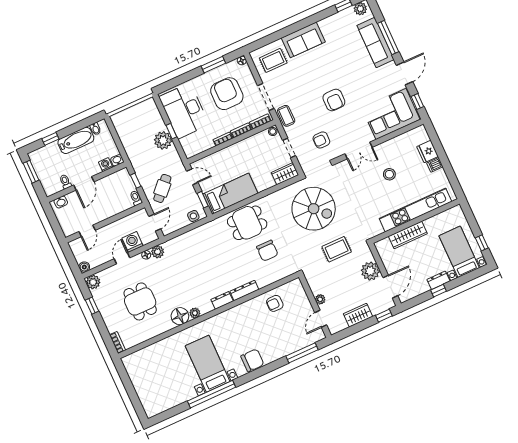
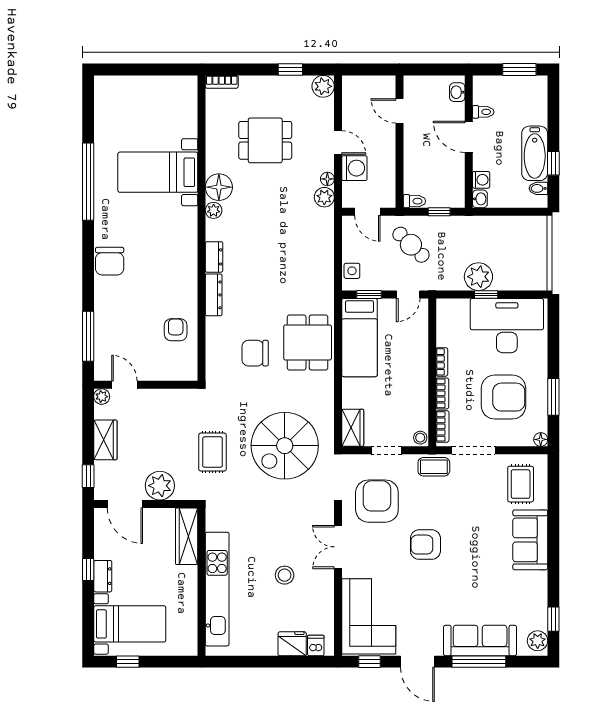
window: (50, 139) -> (553, 163), moved
armchair: (321, 140) -> (377, 501), width x1.88, depth x1.88
dishwasher: (435, 165) -> (316, 645), moved
wardrobe: (408, 235) -> (187, 536), moved
boiler: (84, 267) -> (350, 83), removed
plant: (320, 299) -> (102, 397), moved
bed with nightstands: (208, 364) -> (158, 172), moved, turned 180

